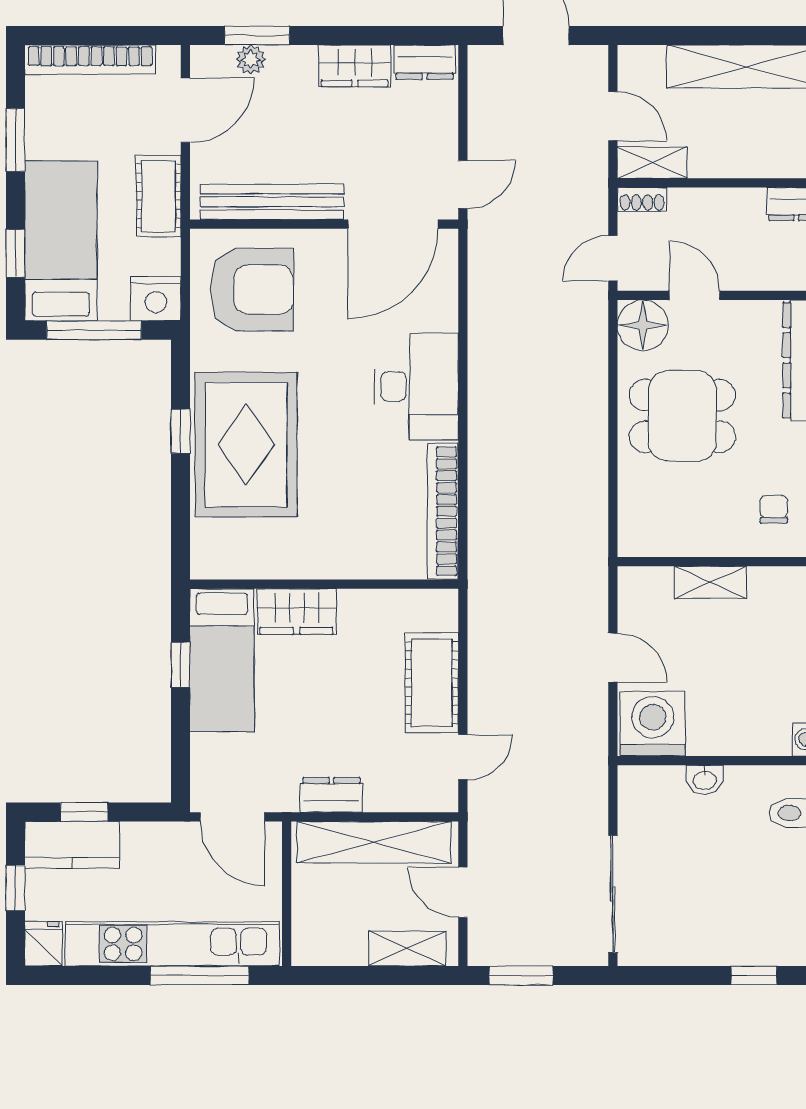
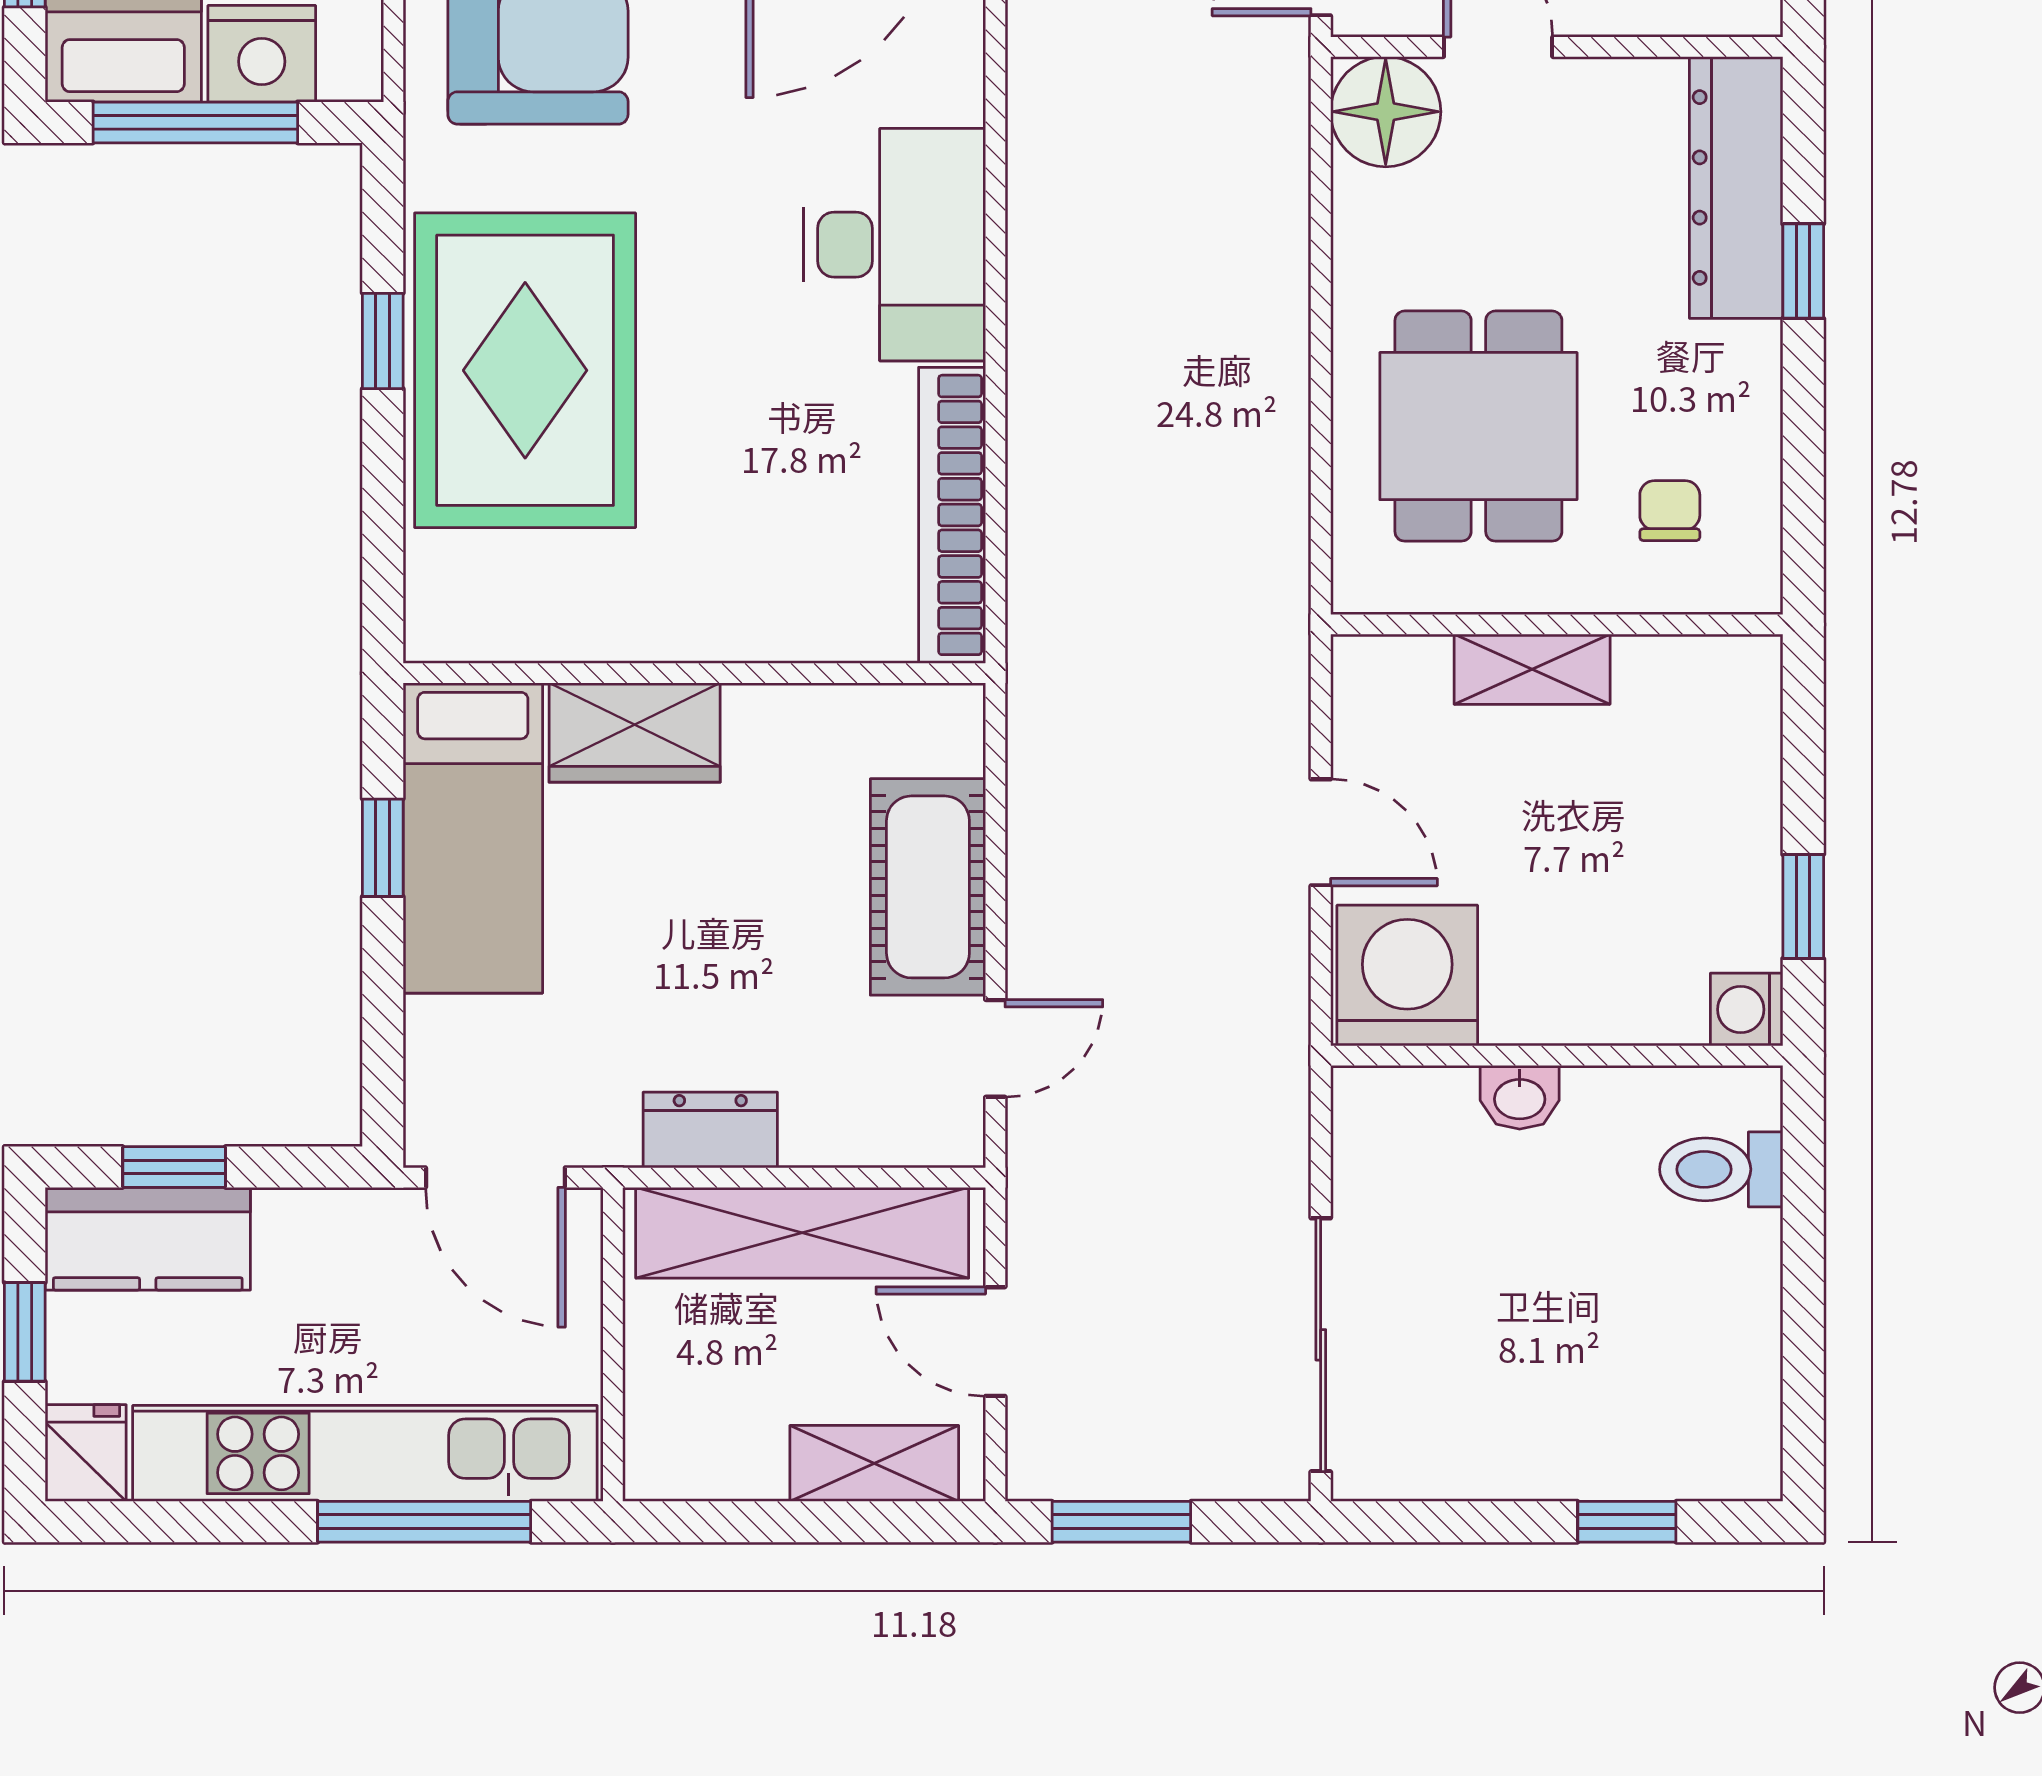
nightstand: (156, 299) -> (262, 54), moved
dining table: (682, 416) -> (1478, 426), moved, turned 90

